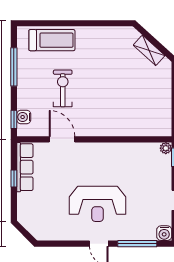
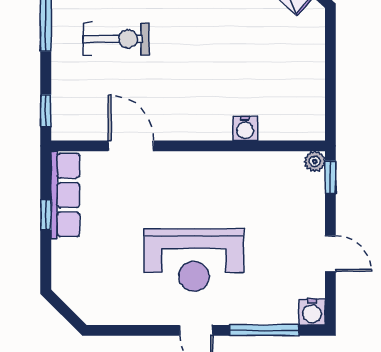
exercise bike: (63, 88) -> (116, 39), moved, turned 90
water cooler: (24, 117) -> (245, 128), moved, turned -90

